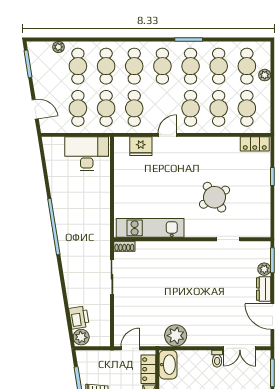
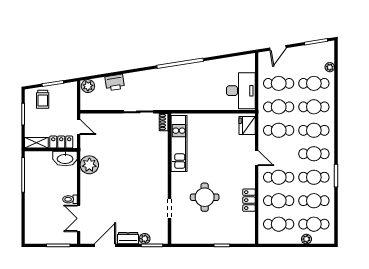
locker: (255, 144) -> (249, 200), moved
fridge: (141, 146) -> (247, 125), moved
round table: (214, 197) -> (205, 197), turned 33
printer: (79, 318) -> (115, 83), moved

